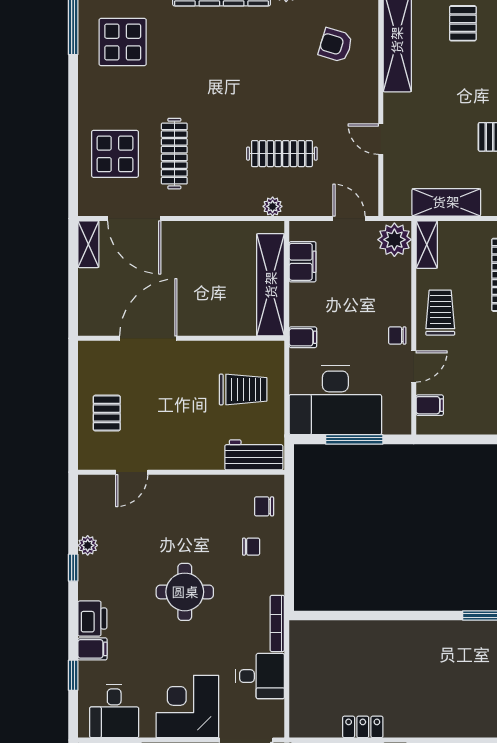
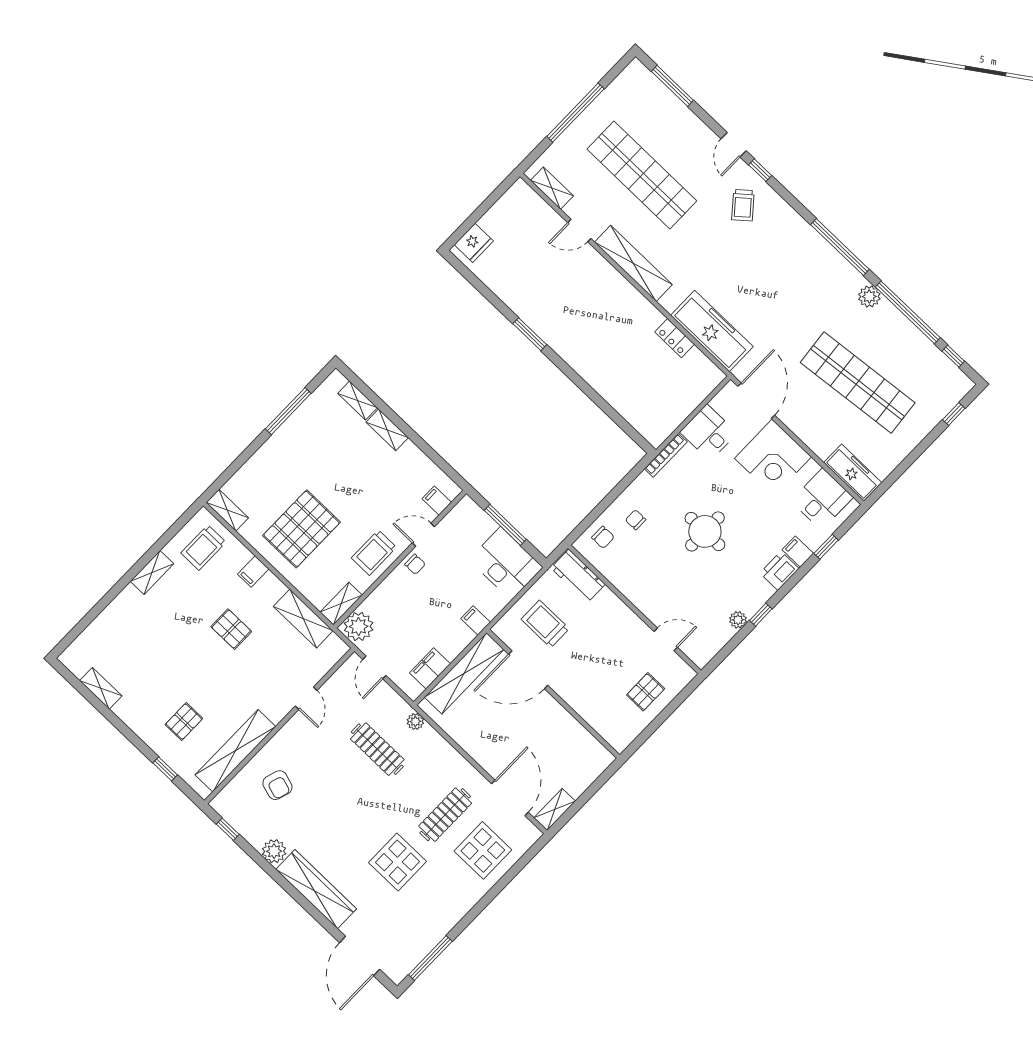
display table: (123, 42) -> (398, 862), moved
door: (148, 338) -> (528, 670), moved
desk: (335, 400) -> (506, 564), width x0.73, depth x0.77

